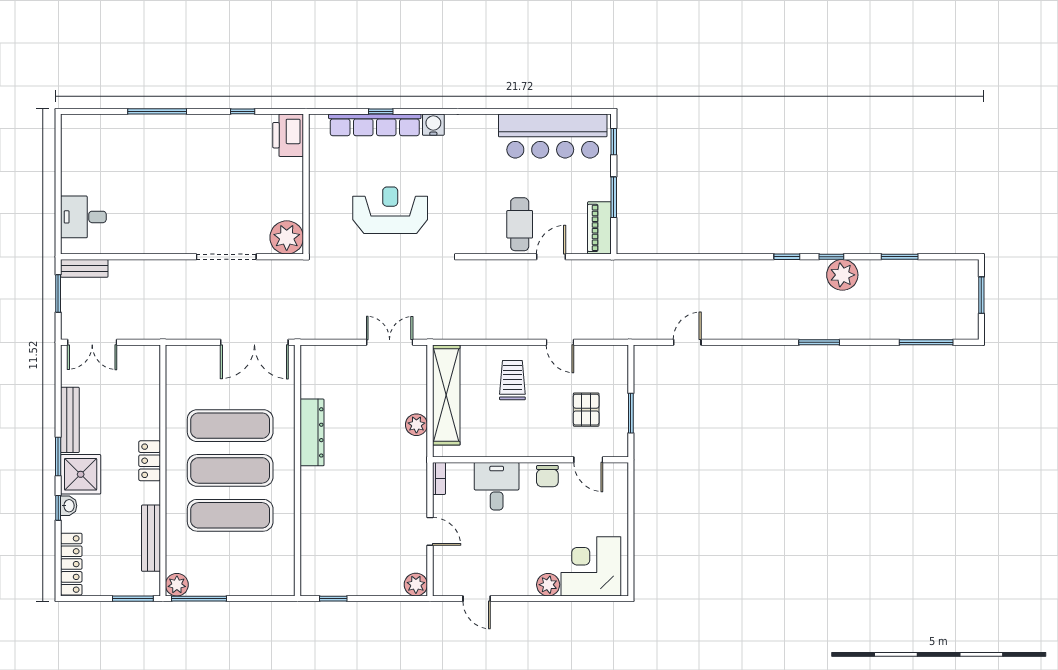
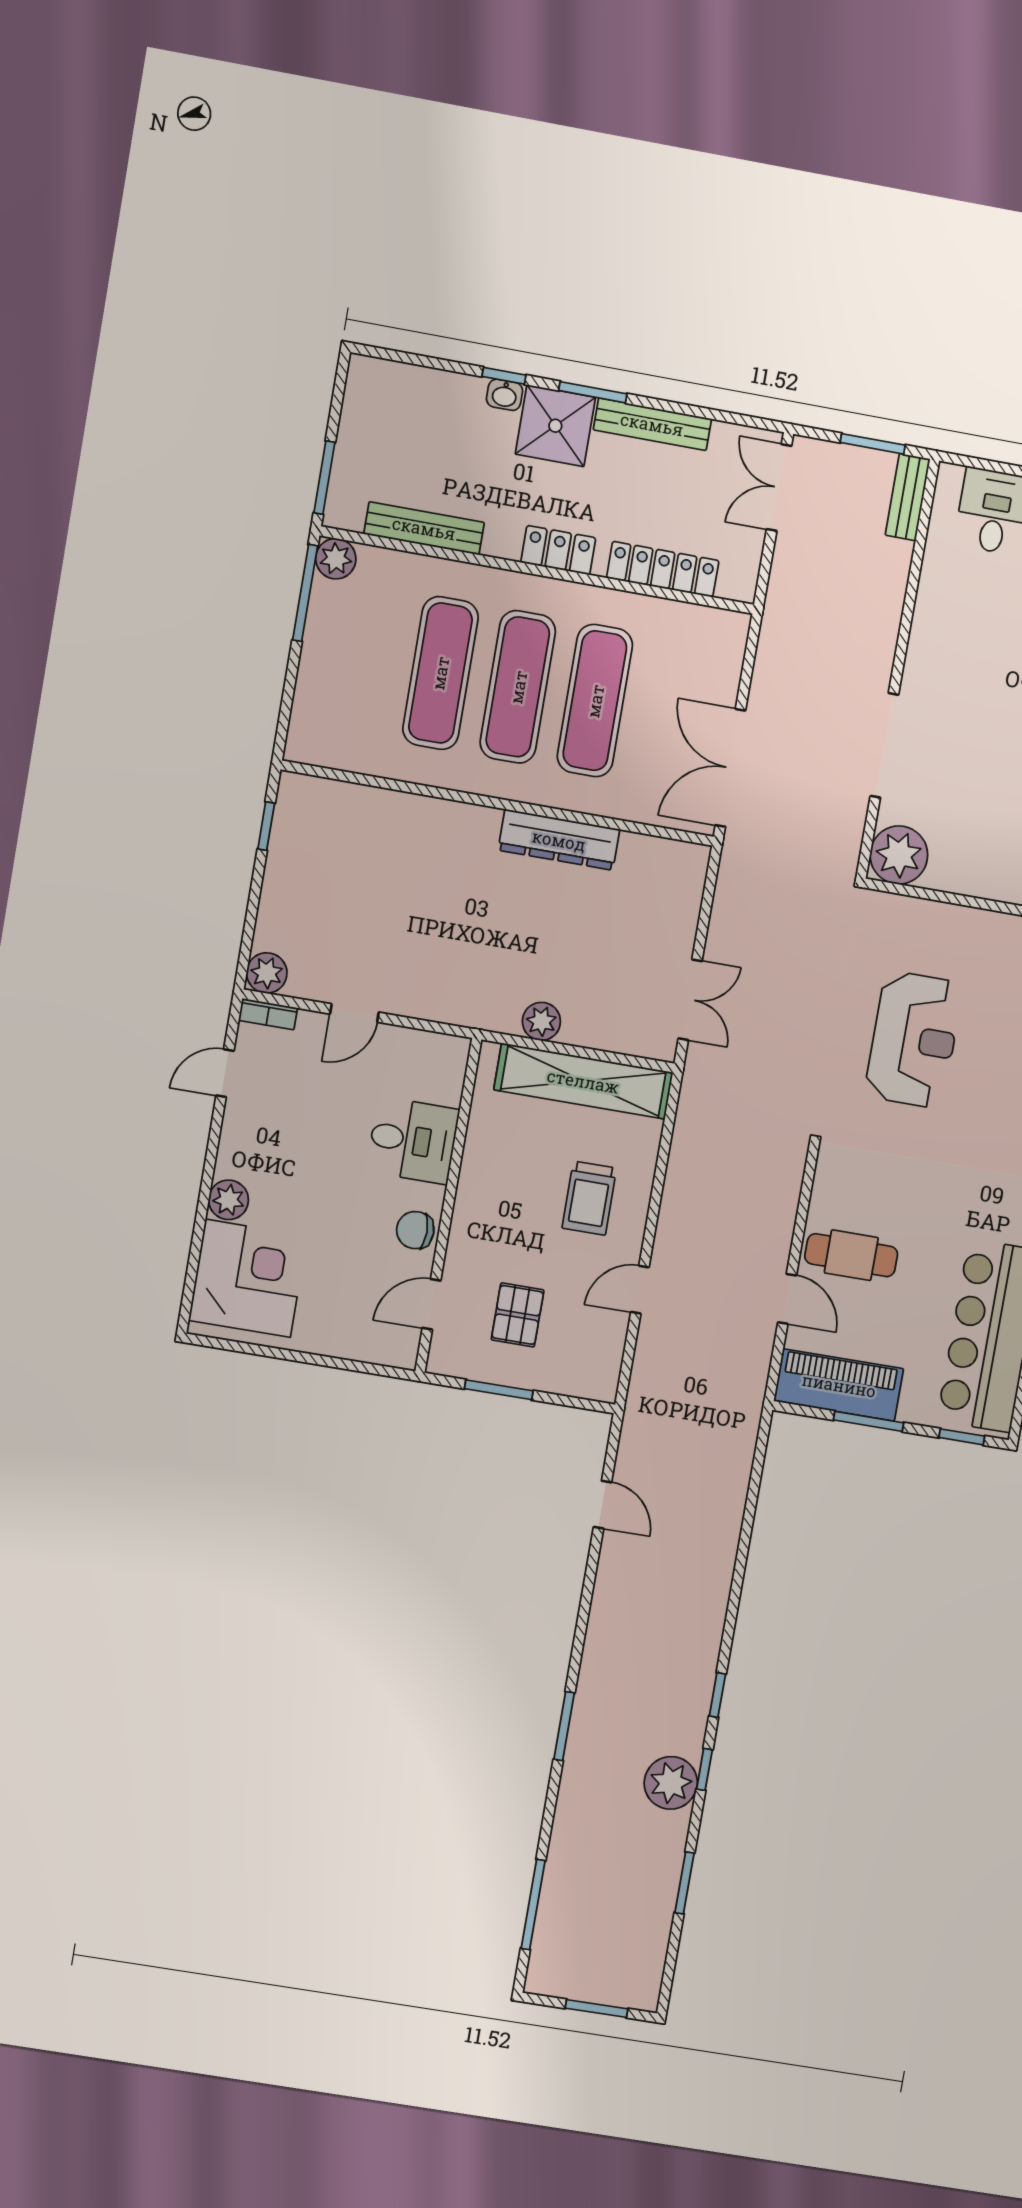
piano: (599, 228) -> (839, 1385), width x1.37, depth x1.33
trolley: (512, 380) -> (589, 1198), turned 90
pallet: (586, 410) -> (518, 1315), turned 90
bookcase: (439, 478) -> (268, 1014), moved
locker: (71, 564) -> (663, 569), moved, turned 180

